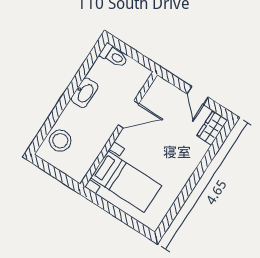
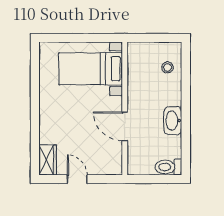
door: (129, 114) -> (125, 126), hinge flipped
stool: (60, 141) -> (167, 67), width x0.53, depth x0.53

